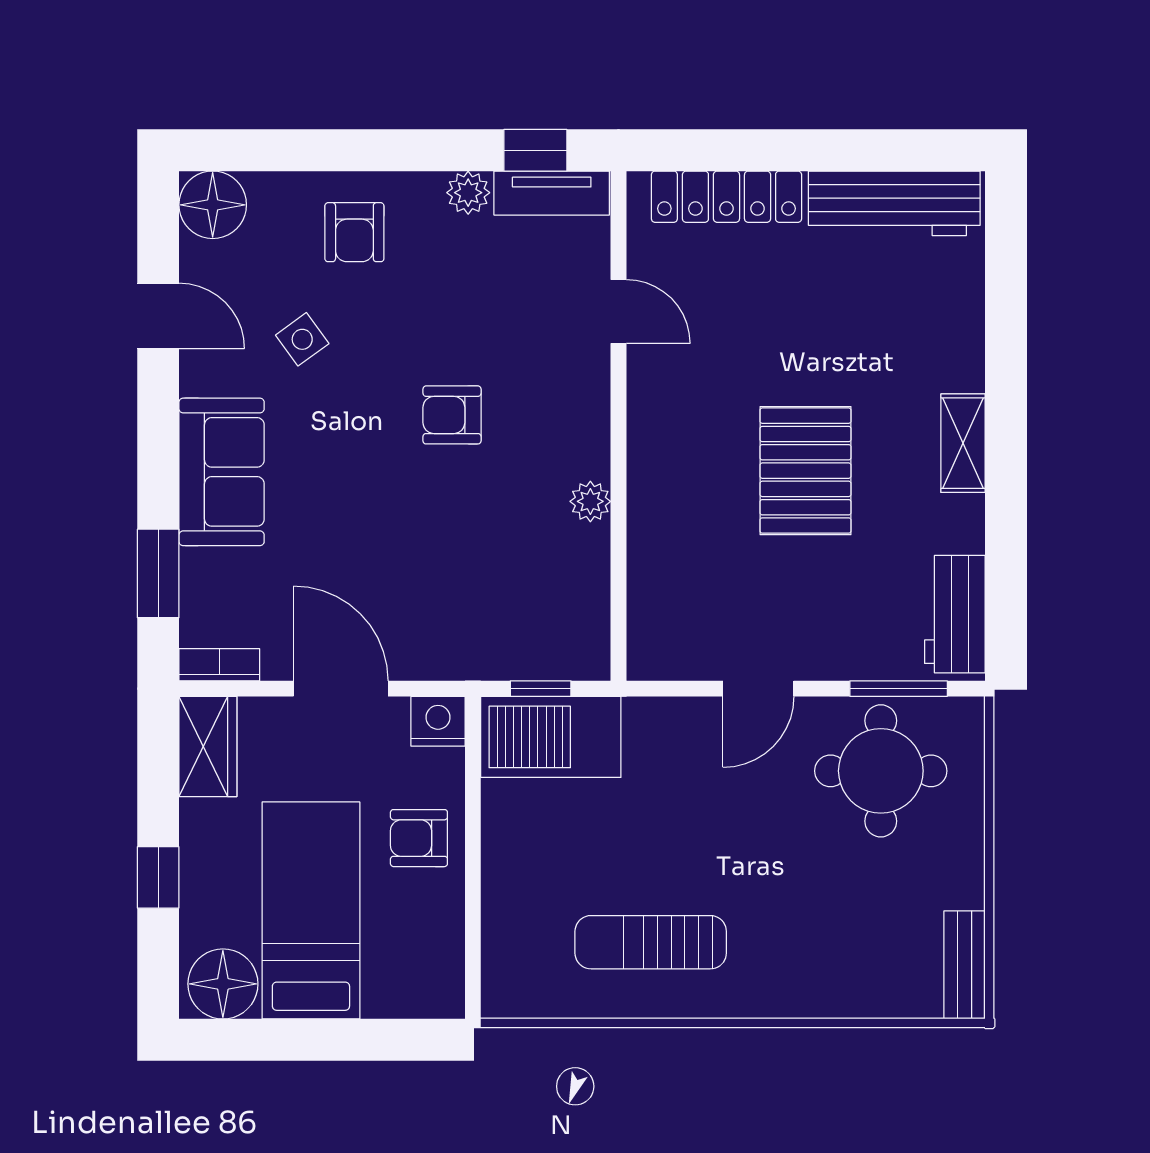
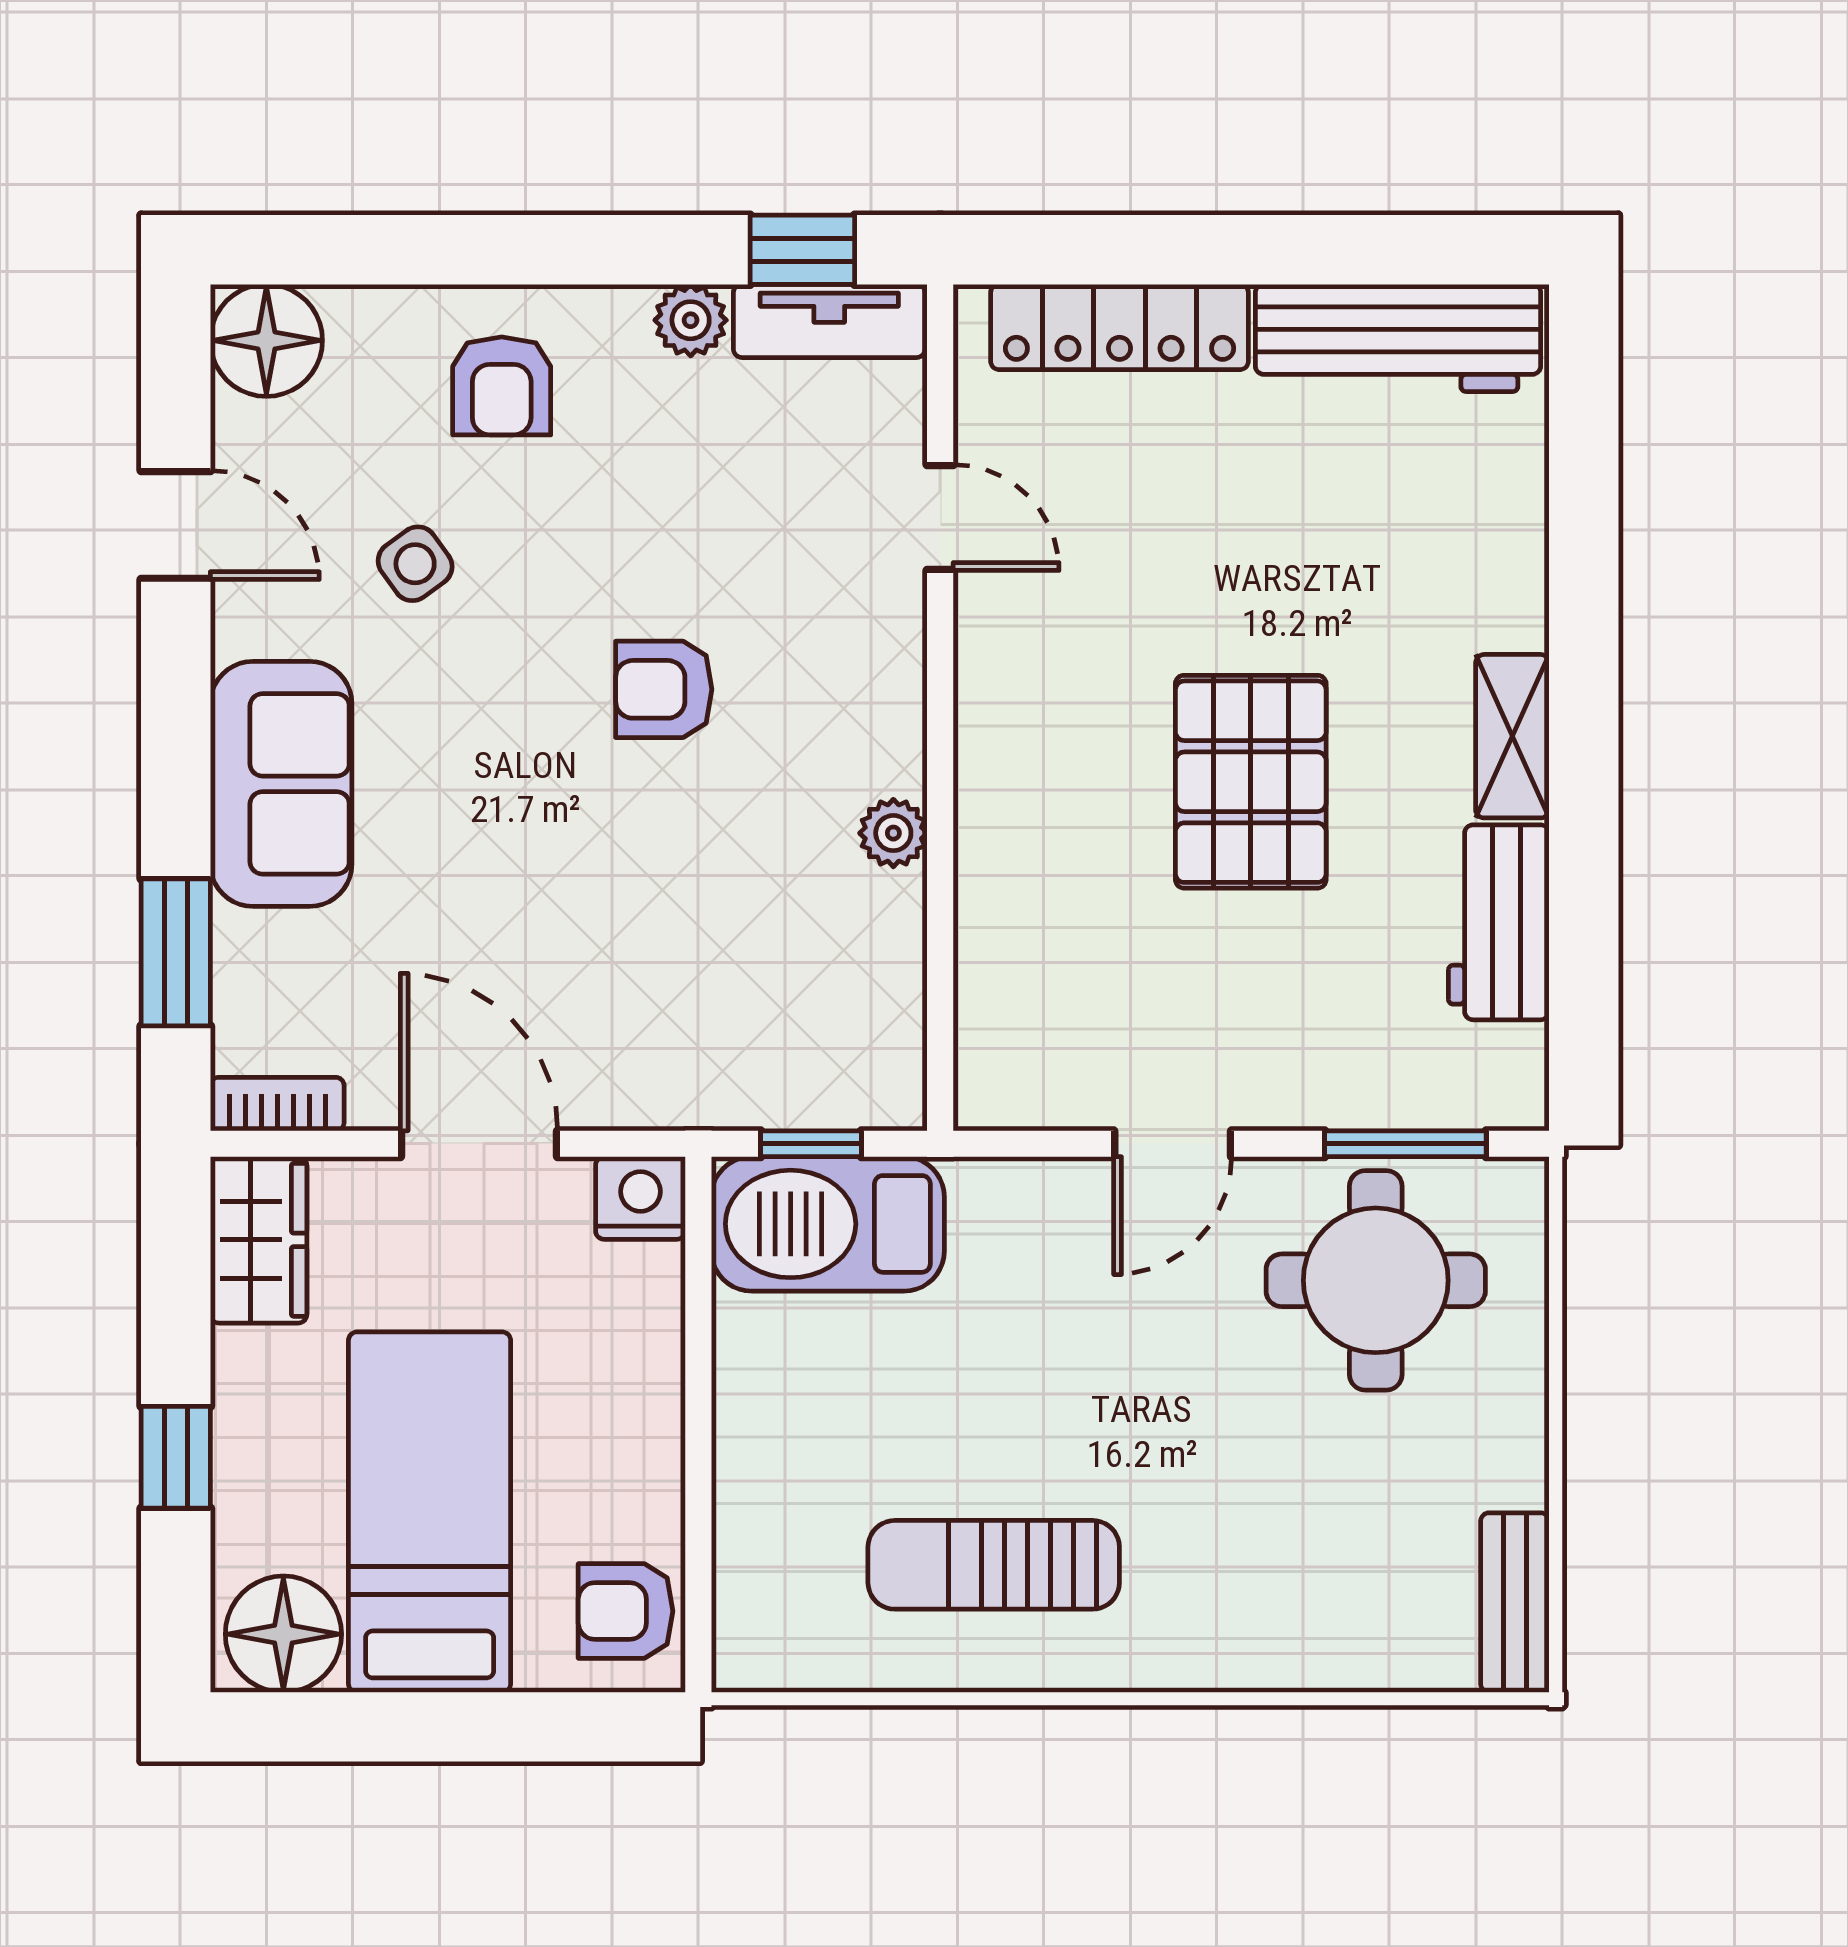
workbench: (955, 614) -> (1499, 922), moved
armchair: (419, 838) -> (626, 1611), moved

